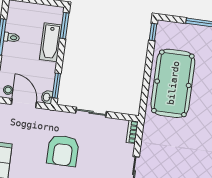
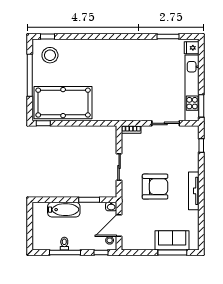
window: (64, 26) -> (48, 200), removed
pool table: (173, 83) -> (63, 103), moved
window: (56, 86) -> (89, 200), moved

